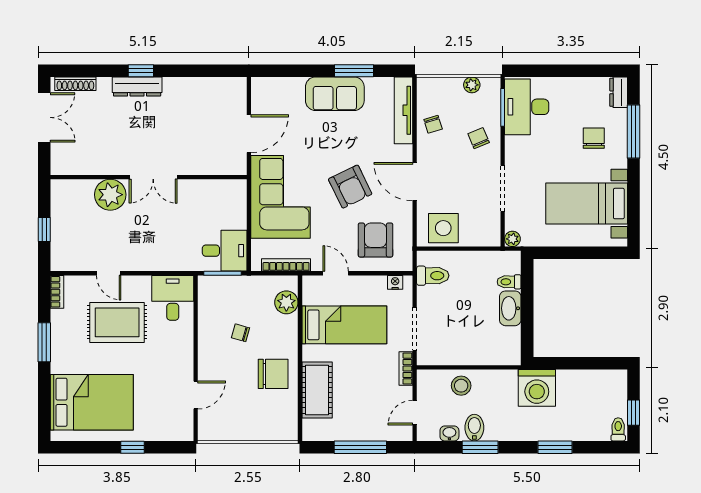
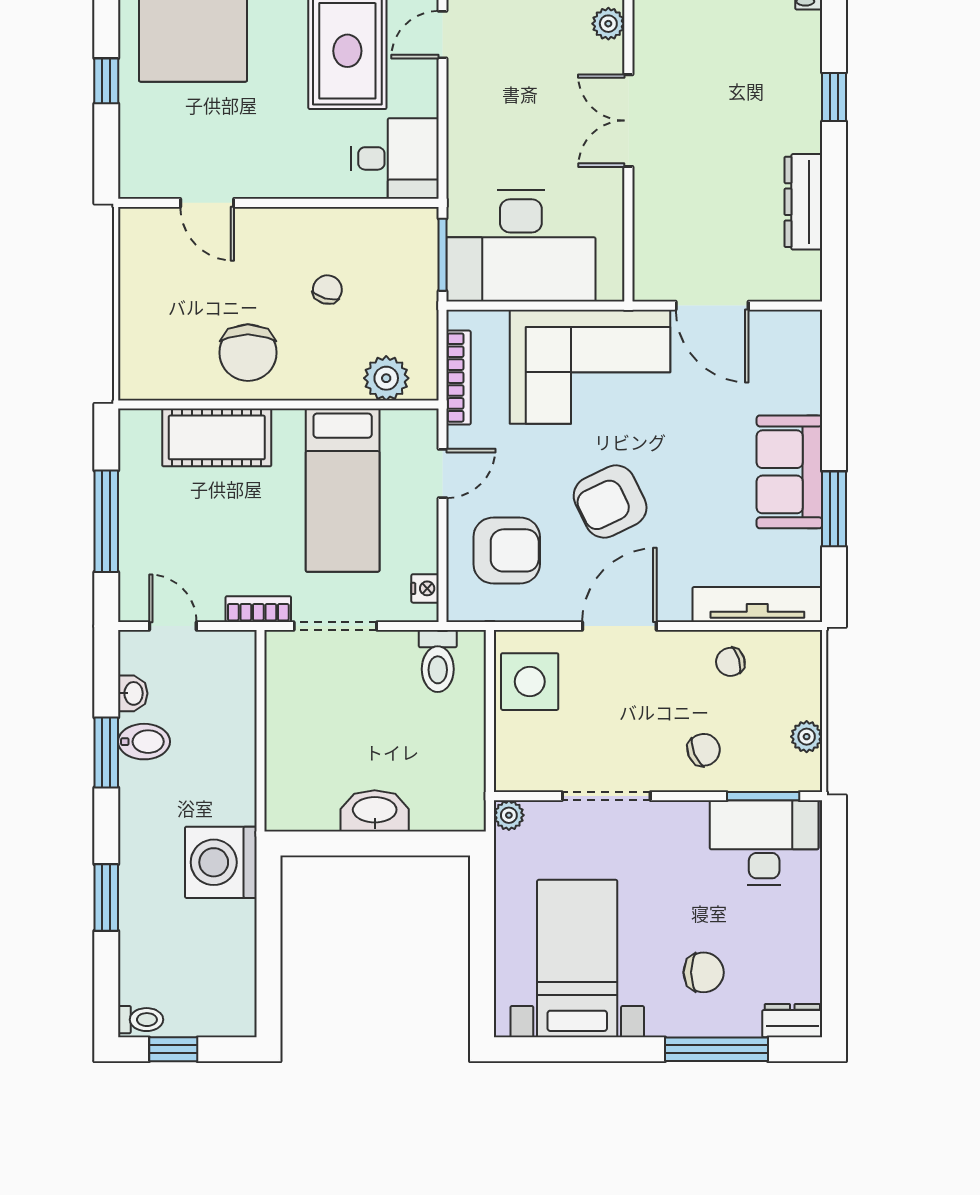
dresser: (137, 86) -> (803, 202), moved
plant: (110, 195) -> (608, 24), width x0.53, depth x0.53
desk: (225, 251) -> (521, 246), width x1.87, depth x1.30
toilet: (509, 282) -> (426, 809), removed
stool: (461, 386) -> (225, 716), removed

